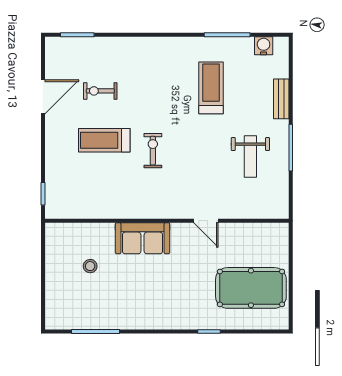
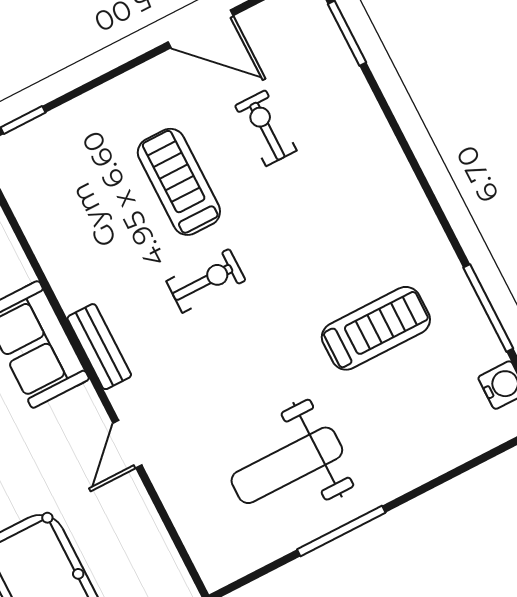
bench: (281, 99) -> (99, 347), moved, turned 90
weight bench: (250, 157) -> (287, 465), width x1.36, depth x1.33

